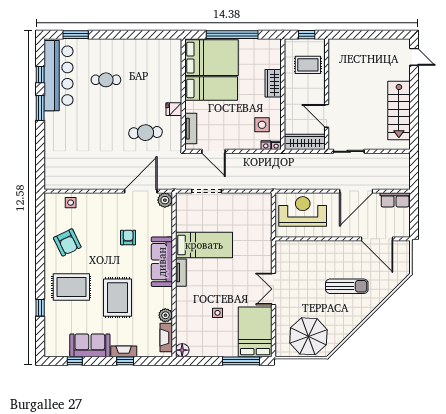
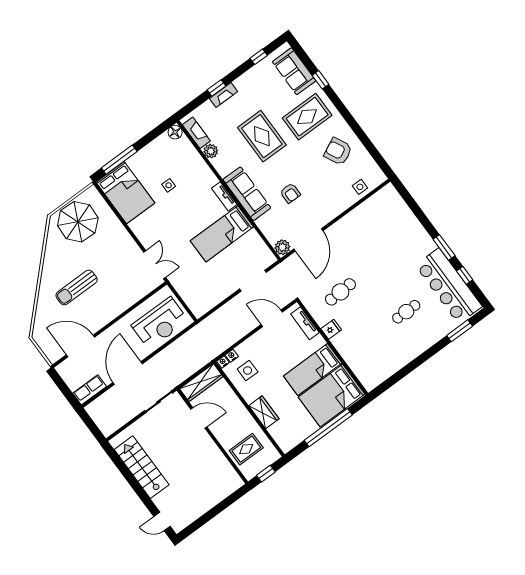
double door: (274, 289) -> (155, 265), moved
sofa: (90, 345) -> (294, 71), moved, turned 90

